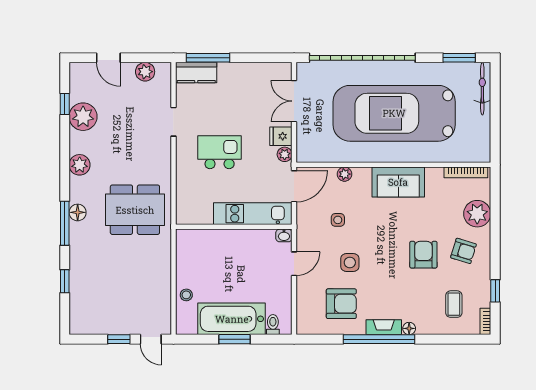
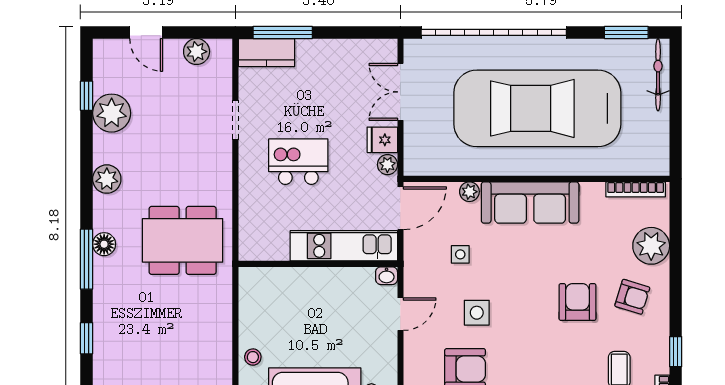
sofa: (398, 182) -> (530, 203), width x1.36

